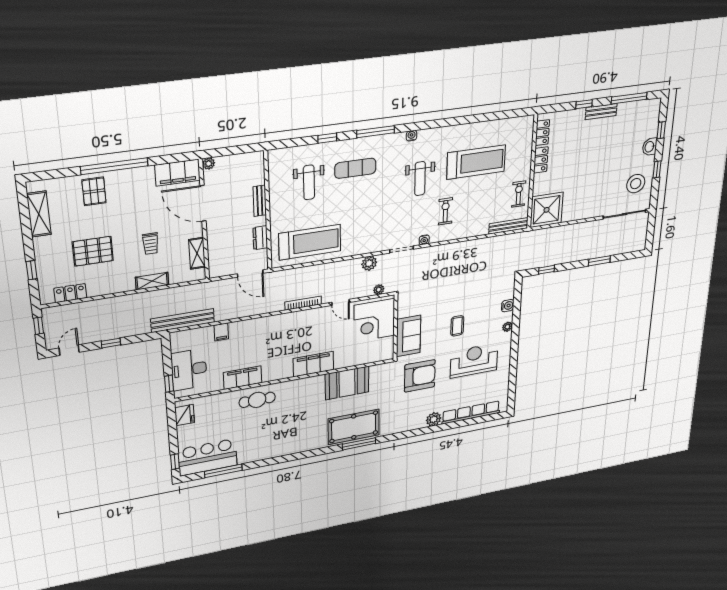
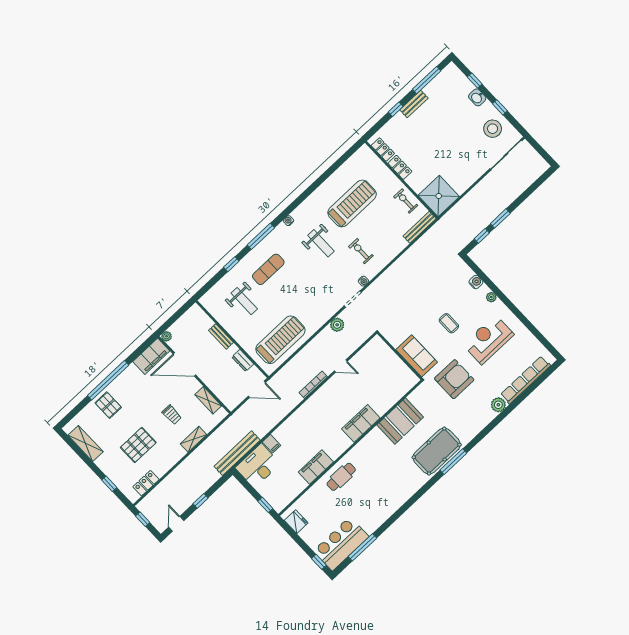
window: (599, 261) -> (500, 218), moved
plant: (379, 290) -> (362, 338), removed
corner desk: (374, 320) -> (379, 362), removed
desk: (189, 370) -> (258, 466), moved, turned 90

